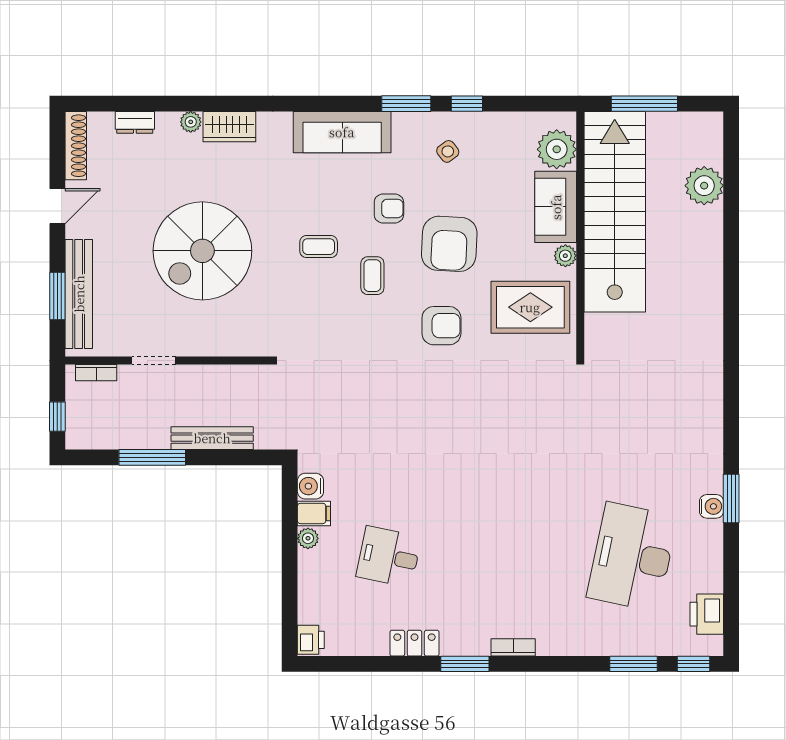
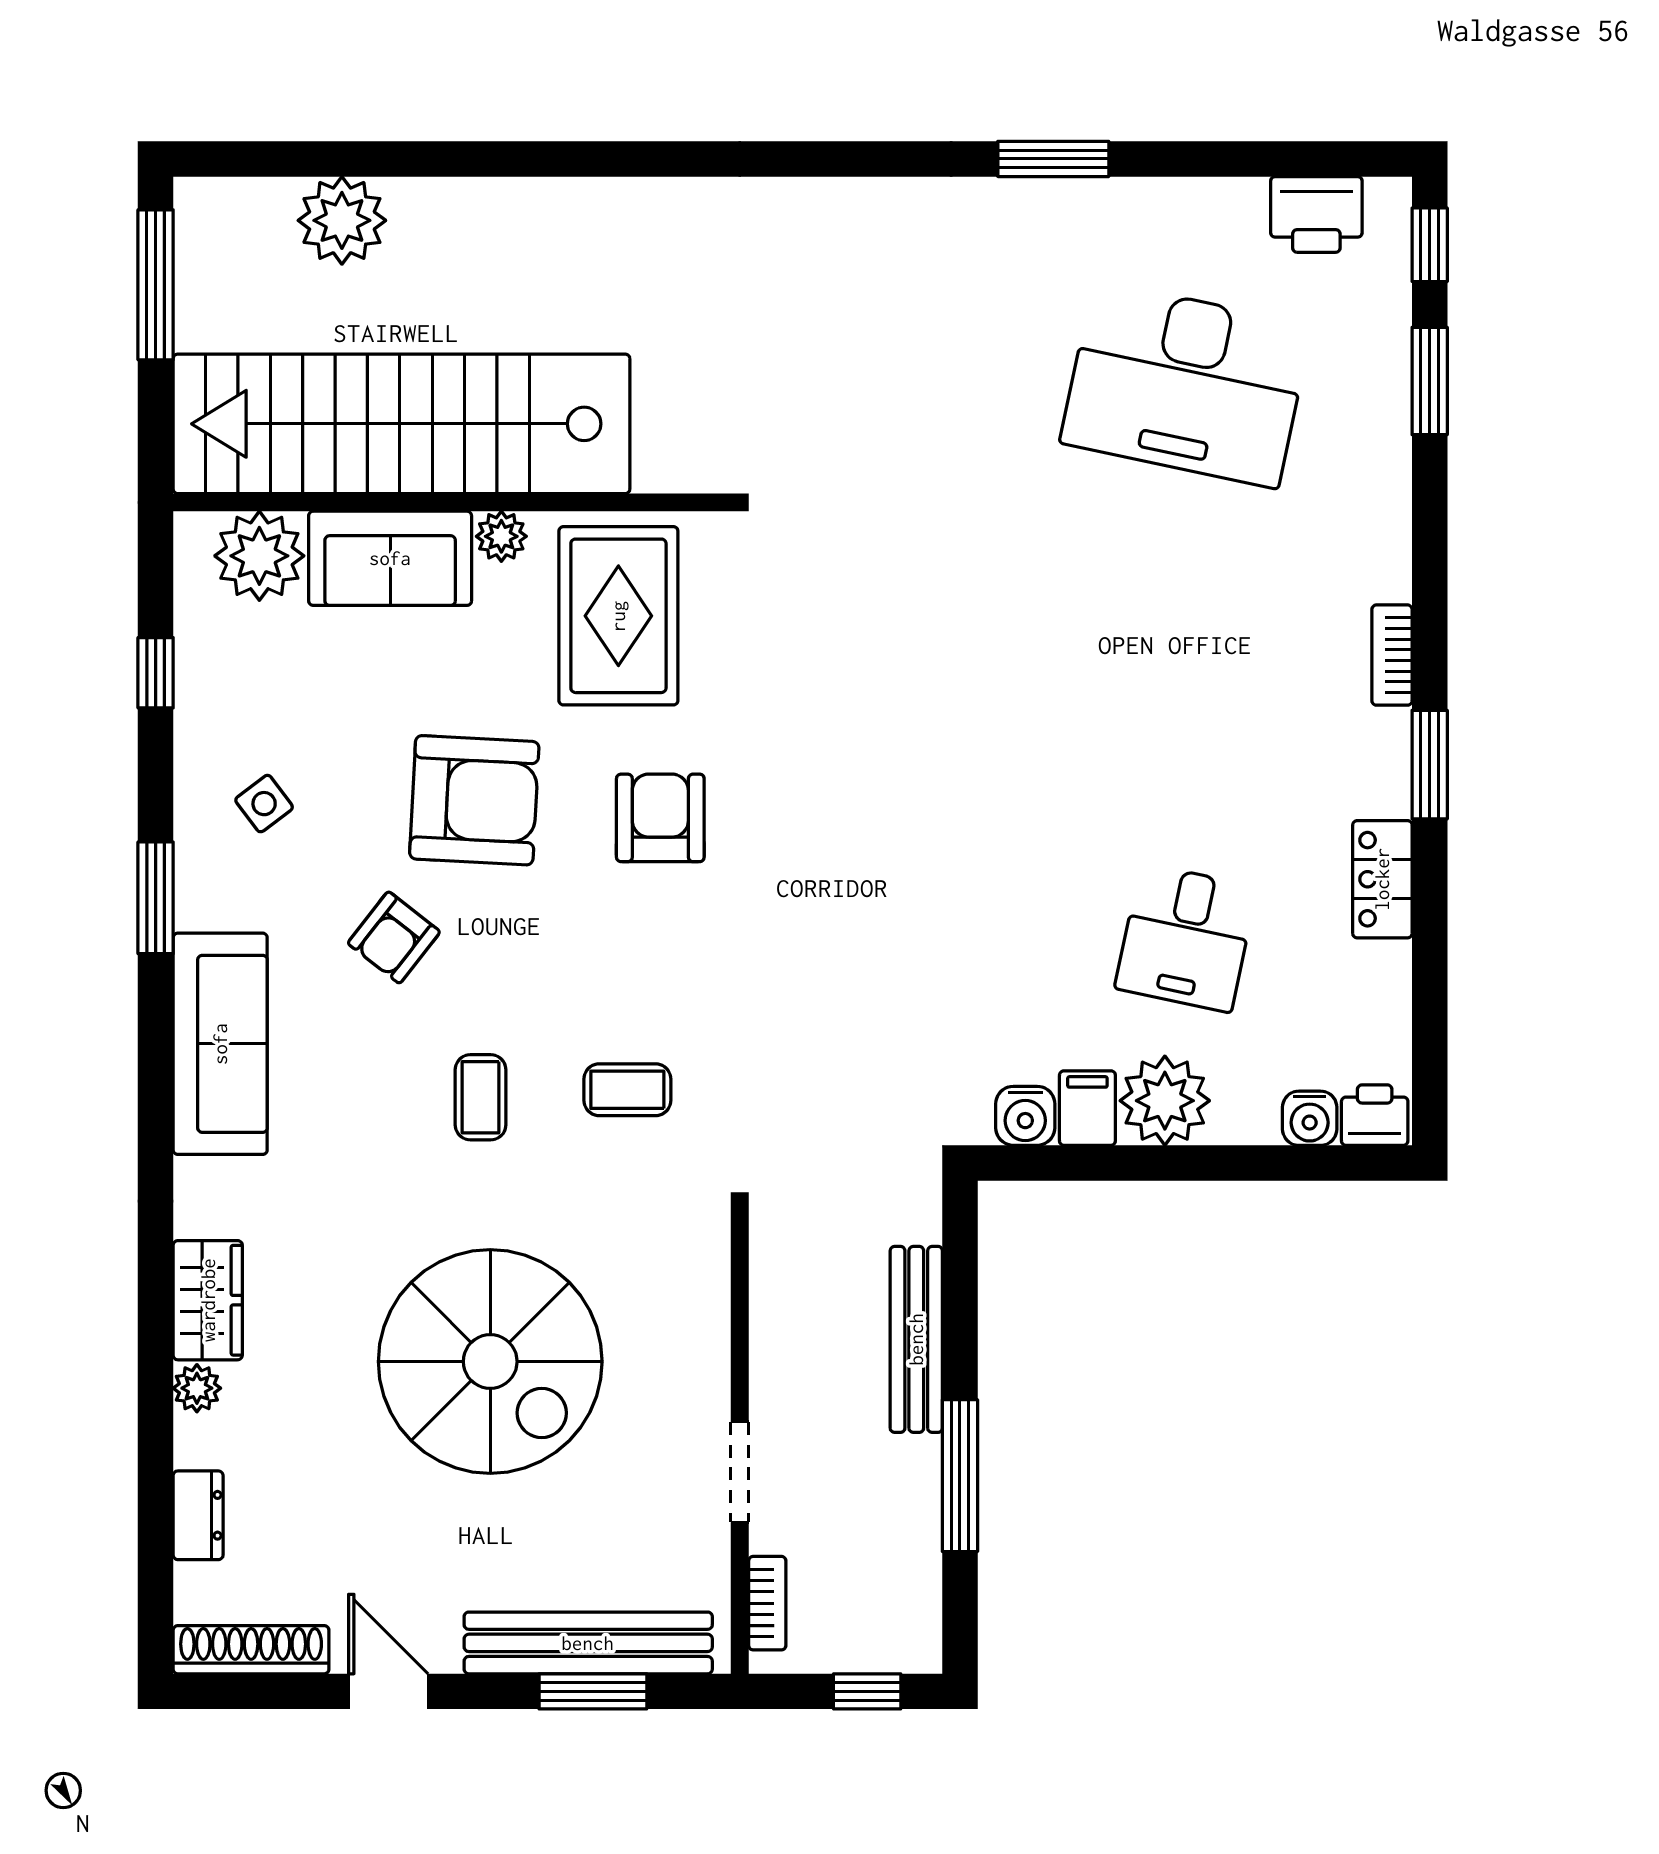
window: (467, 104) -> (156, 673), moved
window: (644, 104) -> (156, 285), moved
armchair: (389, 208) -> (394, 937), turned -142
coffee table: (372, 276) -> (627, 1090), moved
water cooler: (712, 506) -> (1310, 1118), moved, turned 180
plant: (308, 538) -> (1165, 1101), width x1.87, depth x1.87

